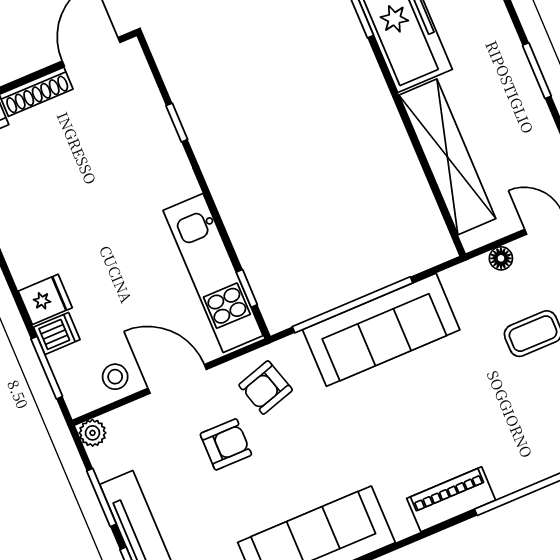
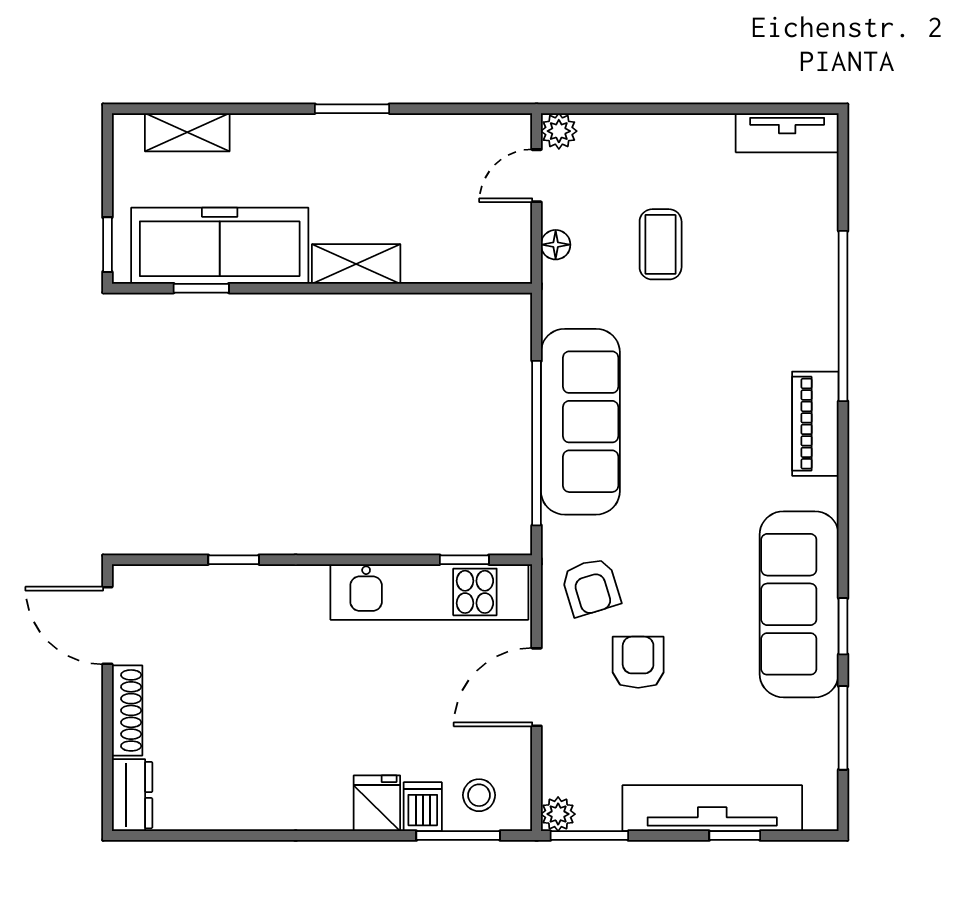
shelving: (447, 157) -> (356, 264), width x0.45, depth x0.75
stool: (115, 377) -> (479, 795), moved
window: (102, 498) -> (589, 836), moved

